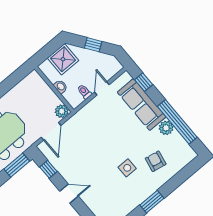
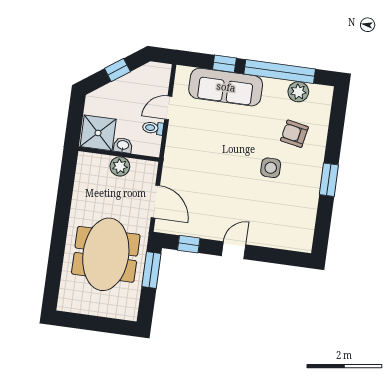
shower: (63, 59) -> (98, 133), moved
window: (144, 82) -> (224, 64), moved
door: (102, 88) -> (168, 108), hinge flipped
plant: (62, 111) -> (120, 166), moved
plant: (166, 128) -> (298, 92), moved

